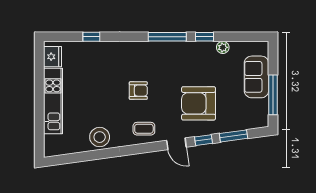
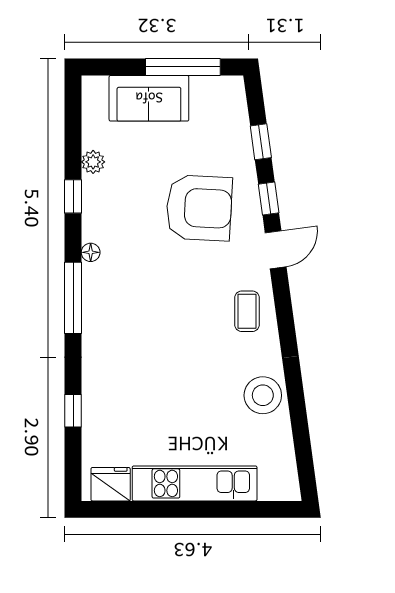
window: (167, 37) -> (73, 298), moved
floor lamp: (175, 46) -> (91, 252), added
armchair: (138, 91) -> (175, 322), removed
armchair: (199, 103) -> (199, 208), turned -87
window: (233, 136) -> (261, 142), width x0.67

